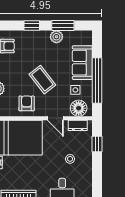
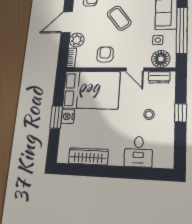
coffee table: (42, 80) -> (119, 18), moved
window: (97, 144) -> (181, 113), moved

